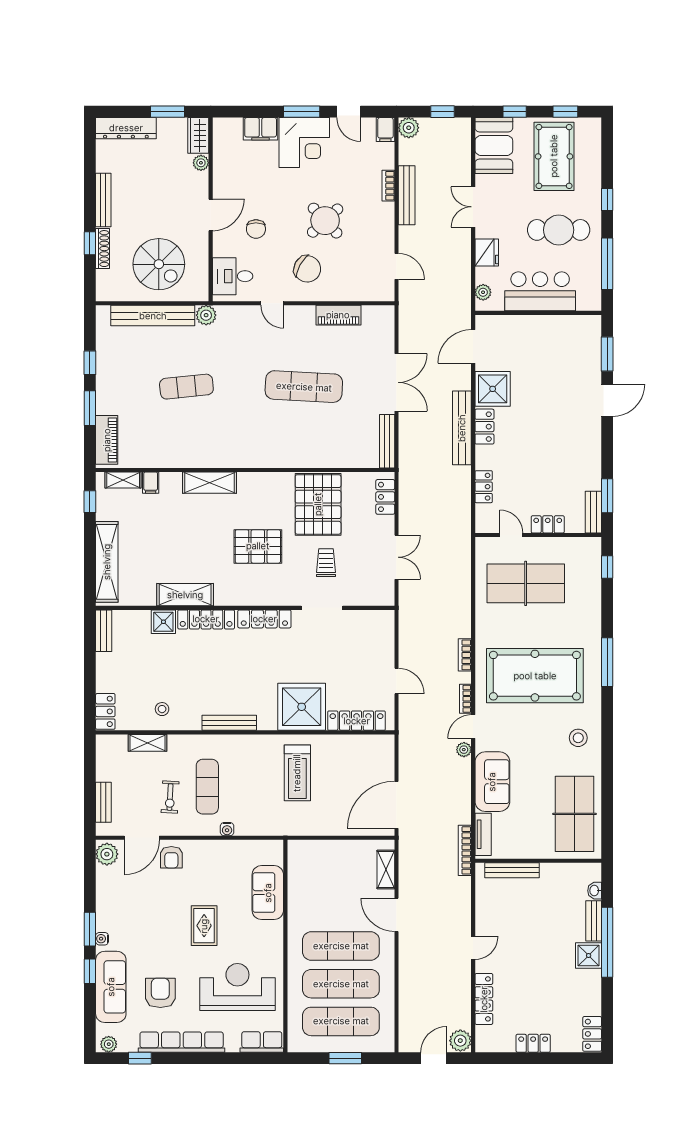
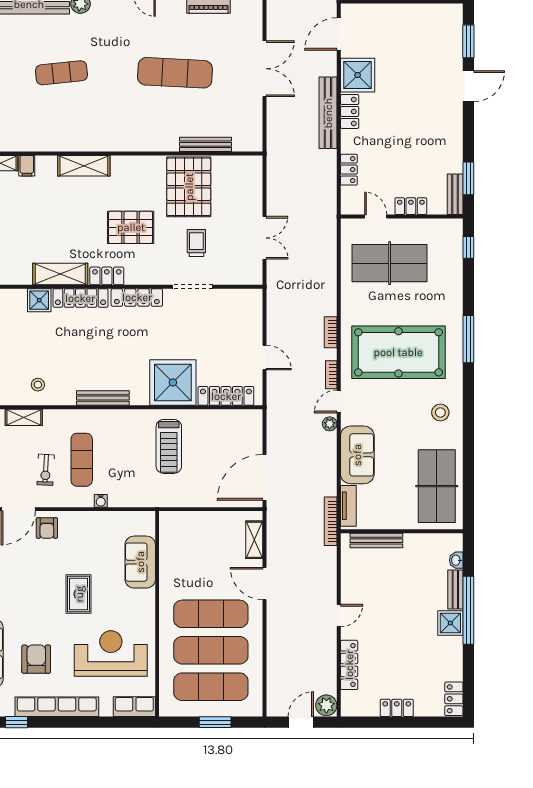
bench: (387, 441) -> (206, 144), moved, turned 90
locker: (385, 497) -> (107, 276), moved, turned 90

